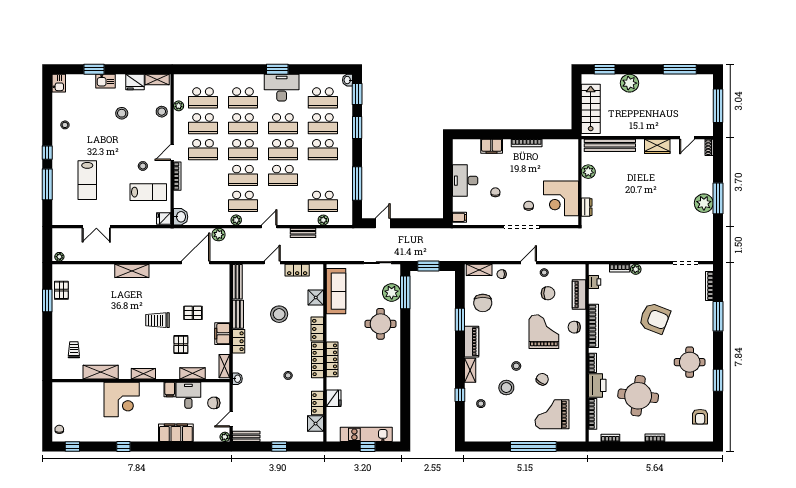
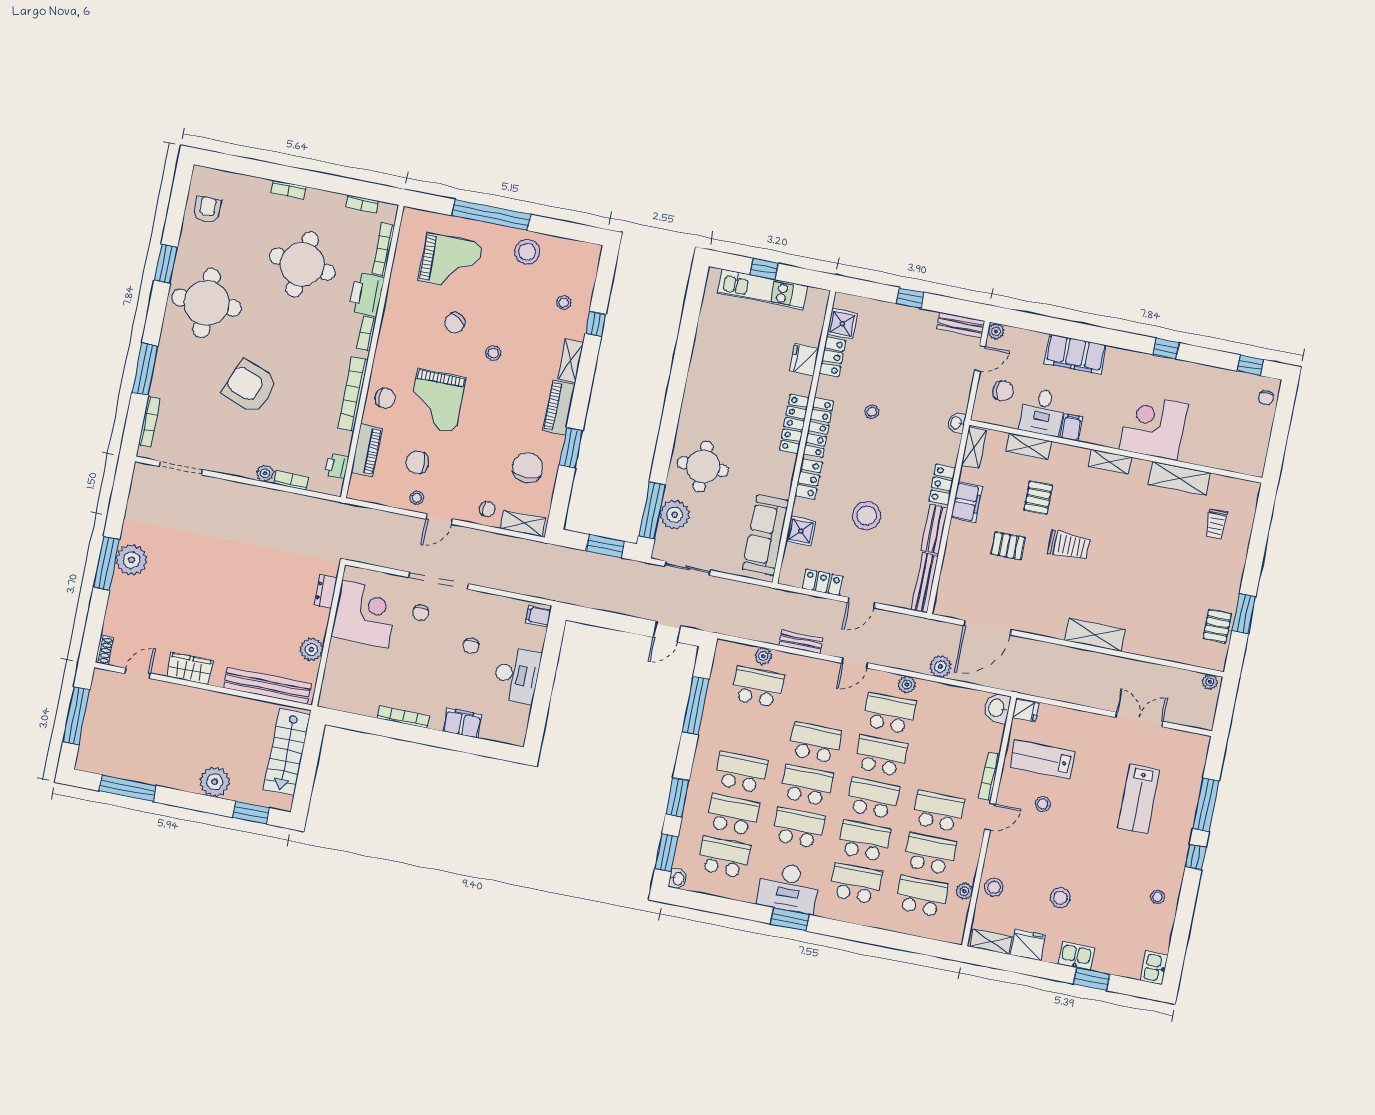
lab bench: (87, 180) -> (1139, 799), turned 180
round table: (690, 362) -> (207, 303), width x1.36, depth x1.36
stool: (506, 388) -> (527, 252), moved

